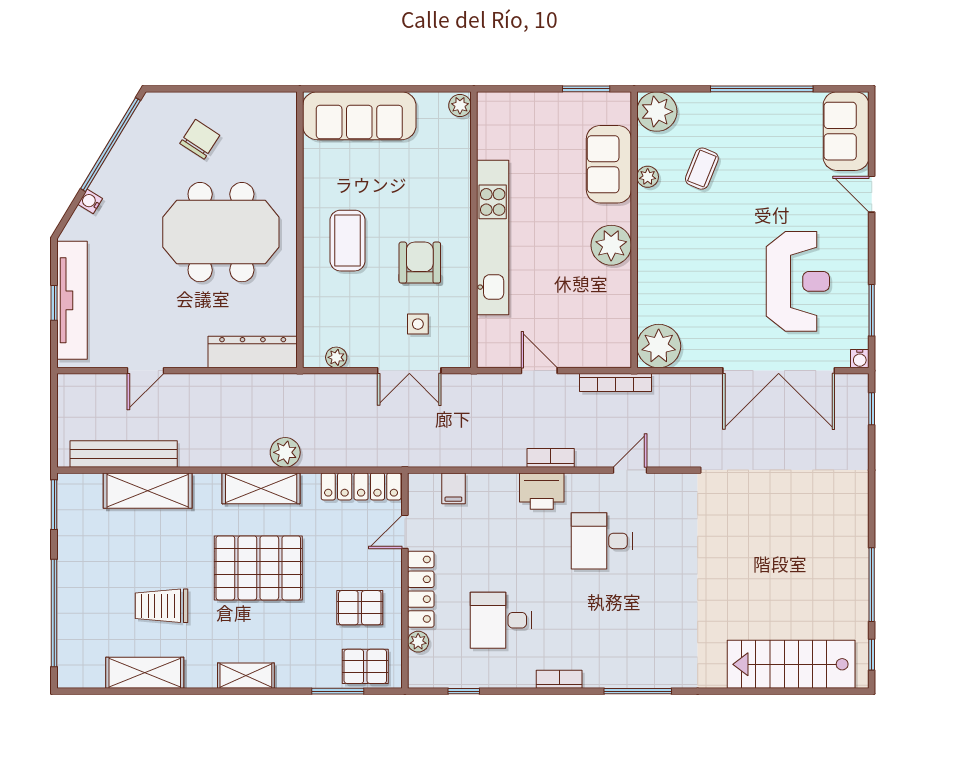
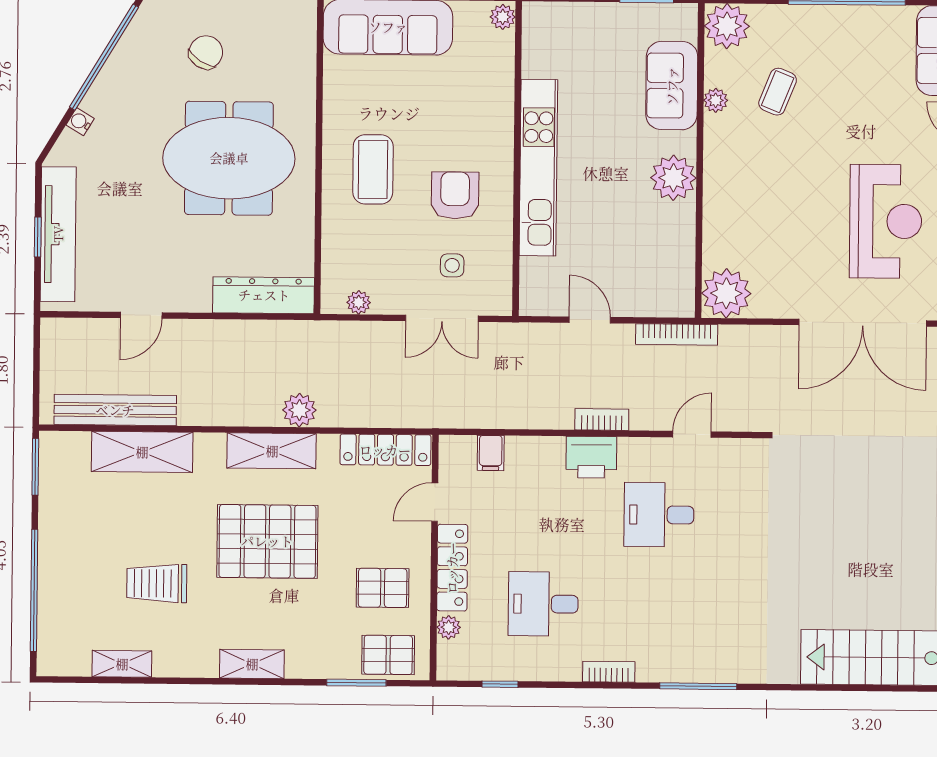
shelving: (145, 673) -> (122, 664), width x0.67, depth x0.75

